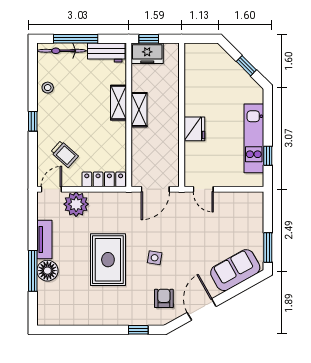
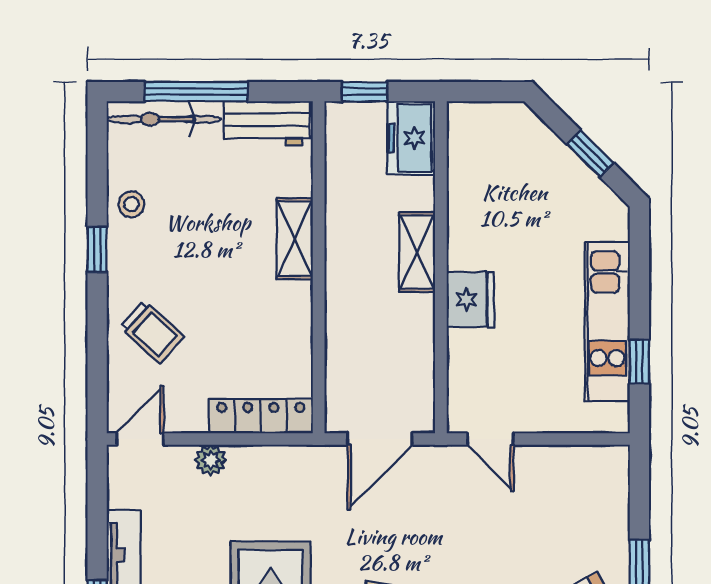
freezer: (147, 53) -> (411, 138), moved, turned 90
shelving: (139, 110) -> (417, 252), moved
window: (33, 121) -> (97, 249), moved
trolley: (64, 154) -> (152, 332), moved
plant: (76, 204) -> (211, 460), width x0.53, depth x0.53

